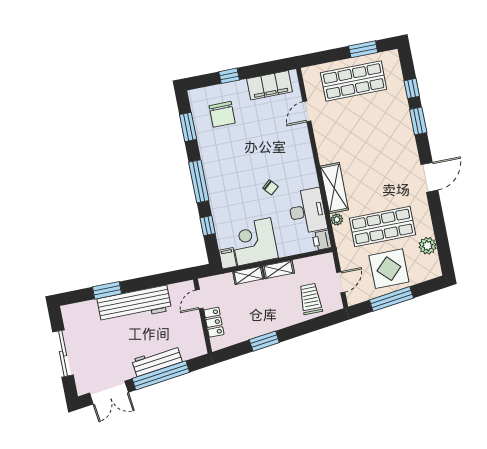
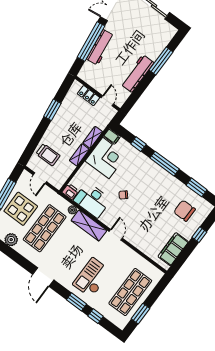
door: (307, 111) -> (116, 235), moved
checkout: (380, 131) -> (92, 278), added
window: (107, 290) -> (161, 61), width x1.44
workbench: (134, 304) -> (137, 73), width x0.73, depth x0.76

